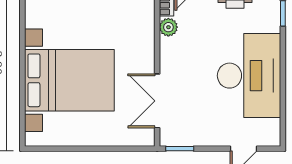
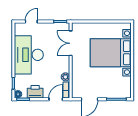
double door: (157, 101) -> (71, 43), swing flipped

